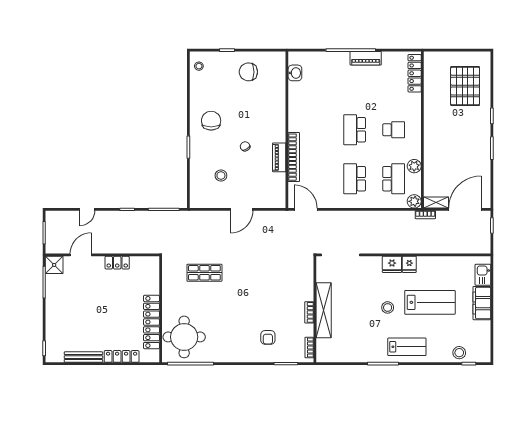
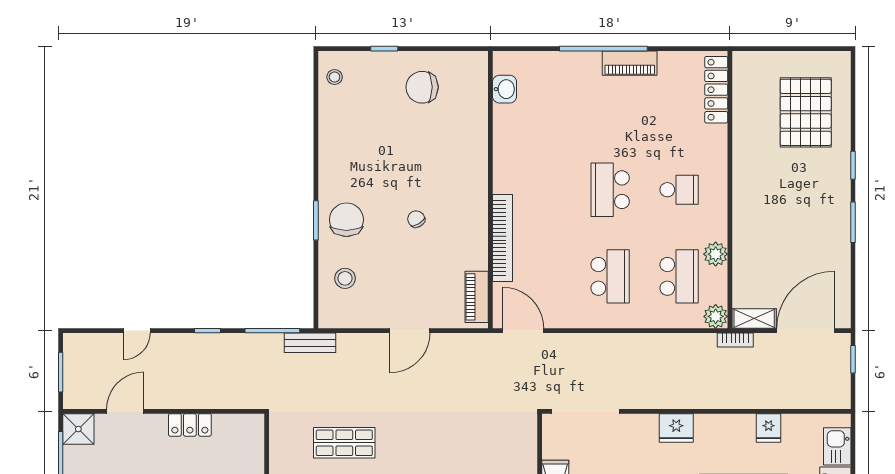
chair: (211, 121) -> (346, 220), moved
piano: (279, 157) -> (477, 297), moved
stool: (221, 175) -> (345, 278), moved
school desk: (355, 179) -> (610, 276), turned 180
bench: (185, 216) -> (310, 343), added
fridge: (409, 264) -> (769, 428), moved

